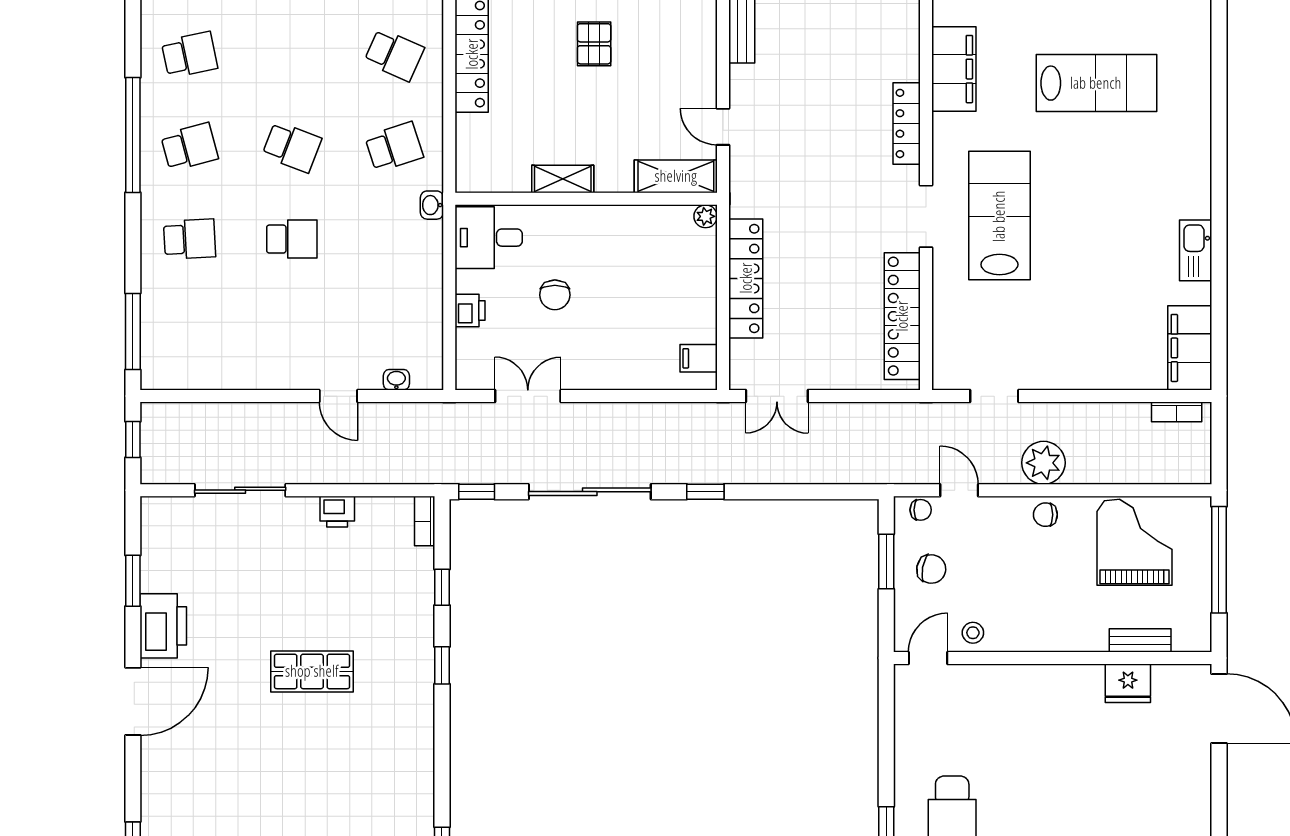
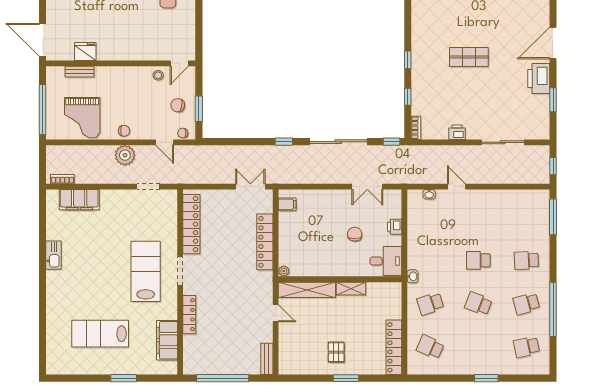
shelving: (676, 176) -> (307, 290), width x1.47
lab bench: (999, 216) -> (146, 271), turned 180
filing cabinet: (1190, 348) -> (79, 200), moved, turned 90

